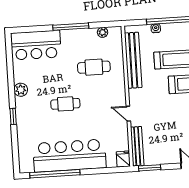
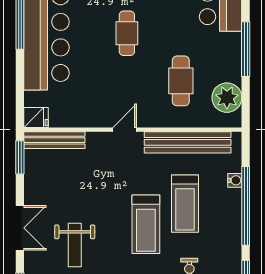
plant: (103, 32) -> (227, 98), width x1.88, depth x1.88
door: (128, 114) -> (125, 130), moved

